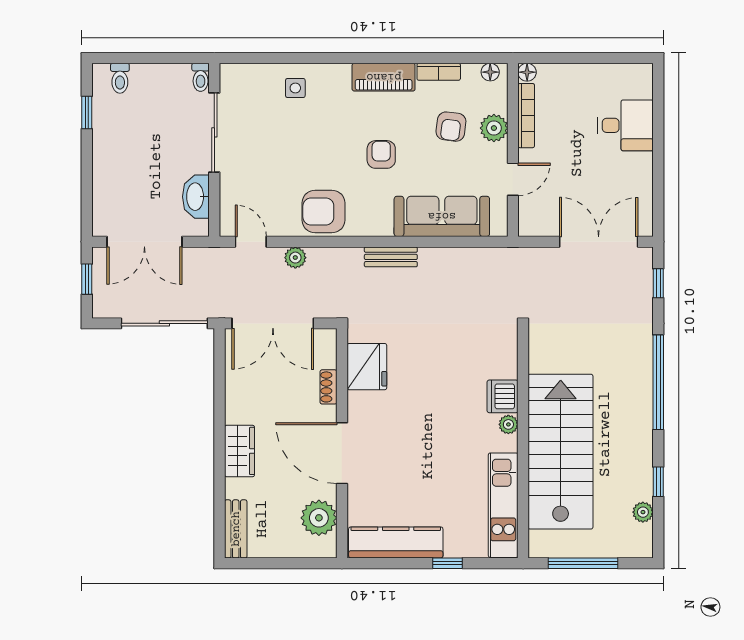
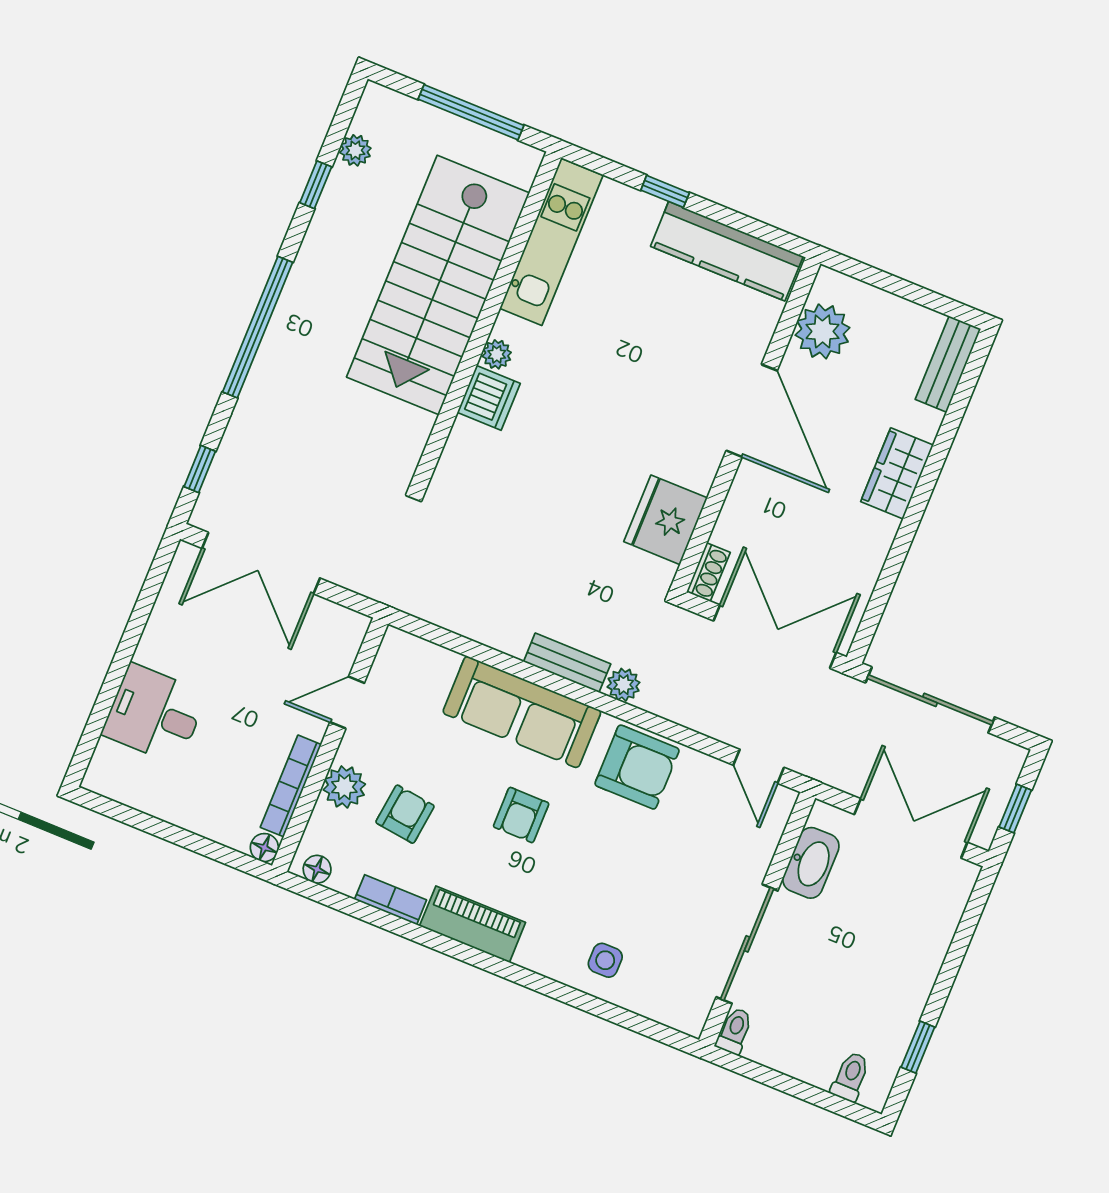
sofa: (442, 216) -> (522, 712), moved
plant: (295, 258) -> (624, 685), moved
shoe rack: (328, 387) -> (708, 572), moved

